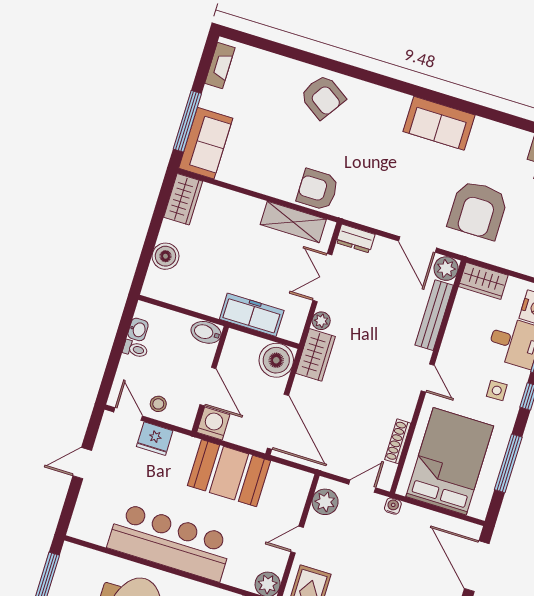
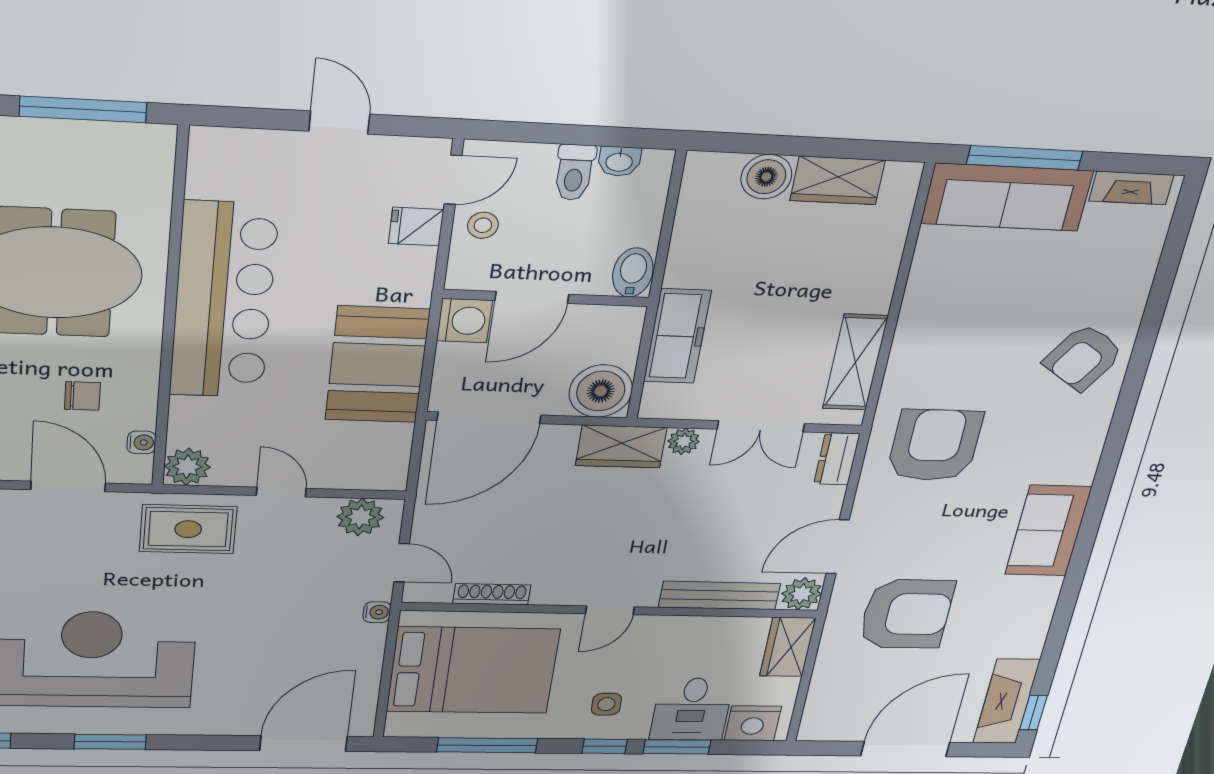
sofa: (206, 143) -> (1007, 197), width x1.36
armchair: (318, 189) -> (935, 445), moved, width x1.36, depth x1.36
wardrobe: (183, 199) -> (838, 180), moved
armchair: (478, 210) -> (906, 614), turned 180
double door: (322, 278) -> (761, 426), swing flipped
toilet: (135, 349) -> (574, 172), width x1.37, depth x1.39
fridge: (155, 439) -> (416, 227), width x0.72

